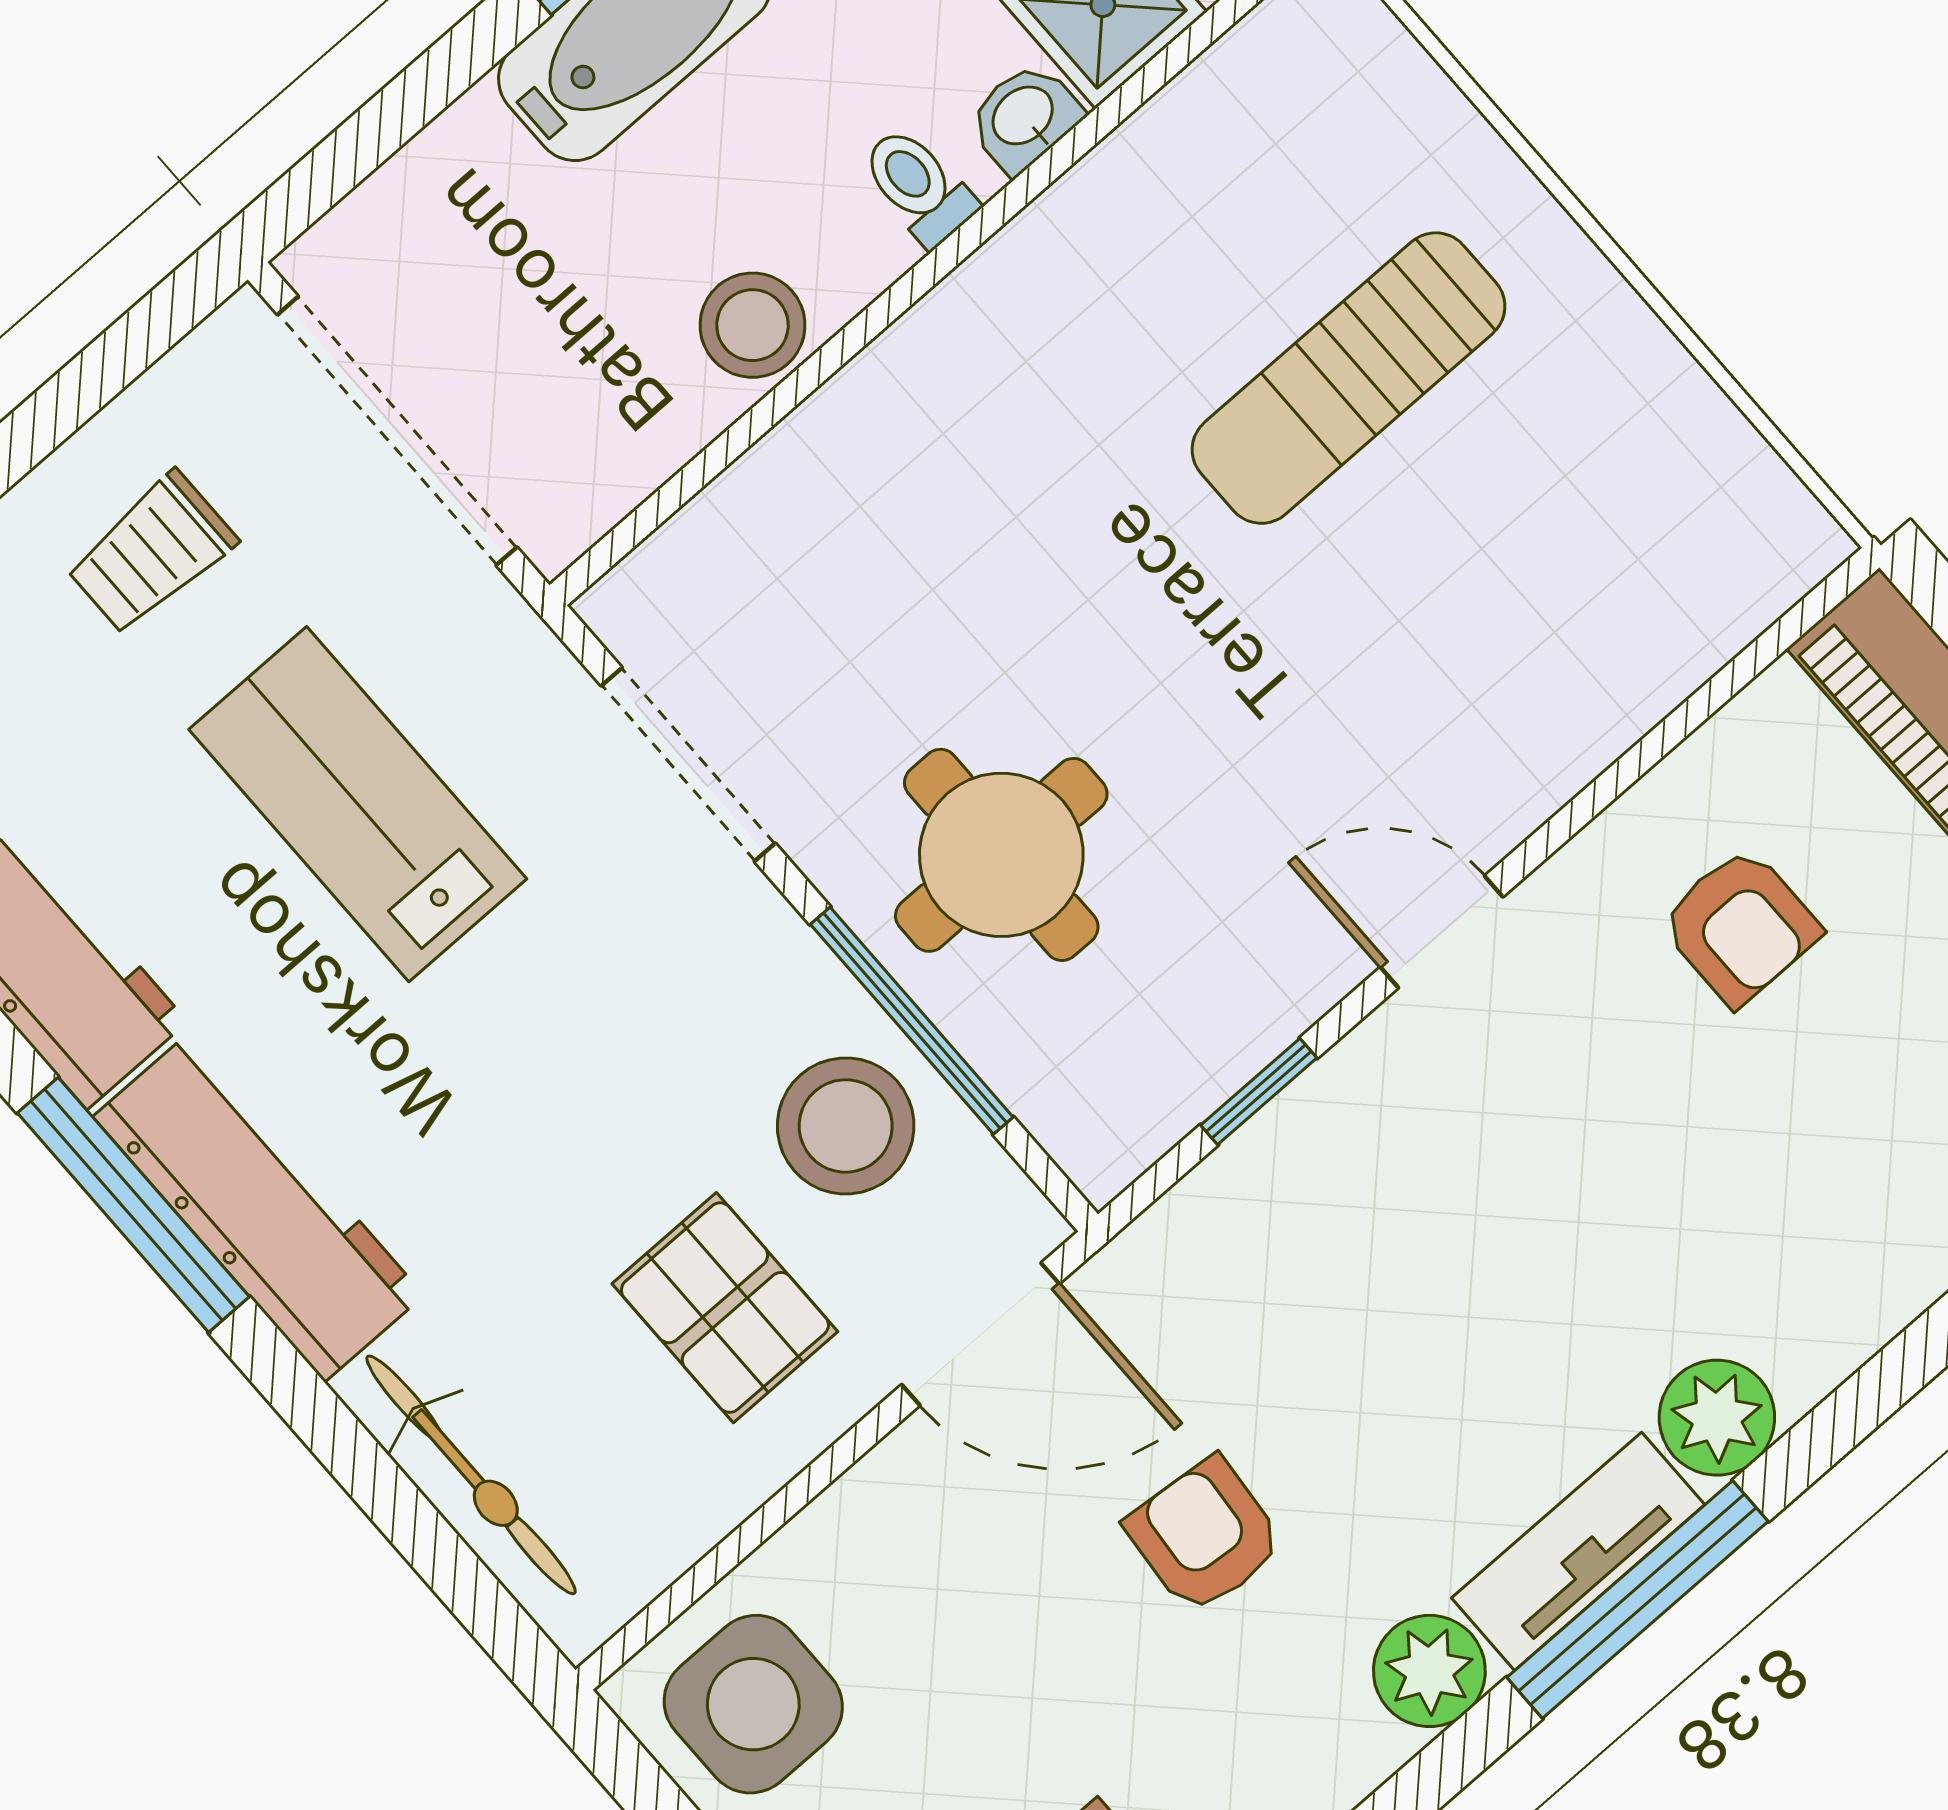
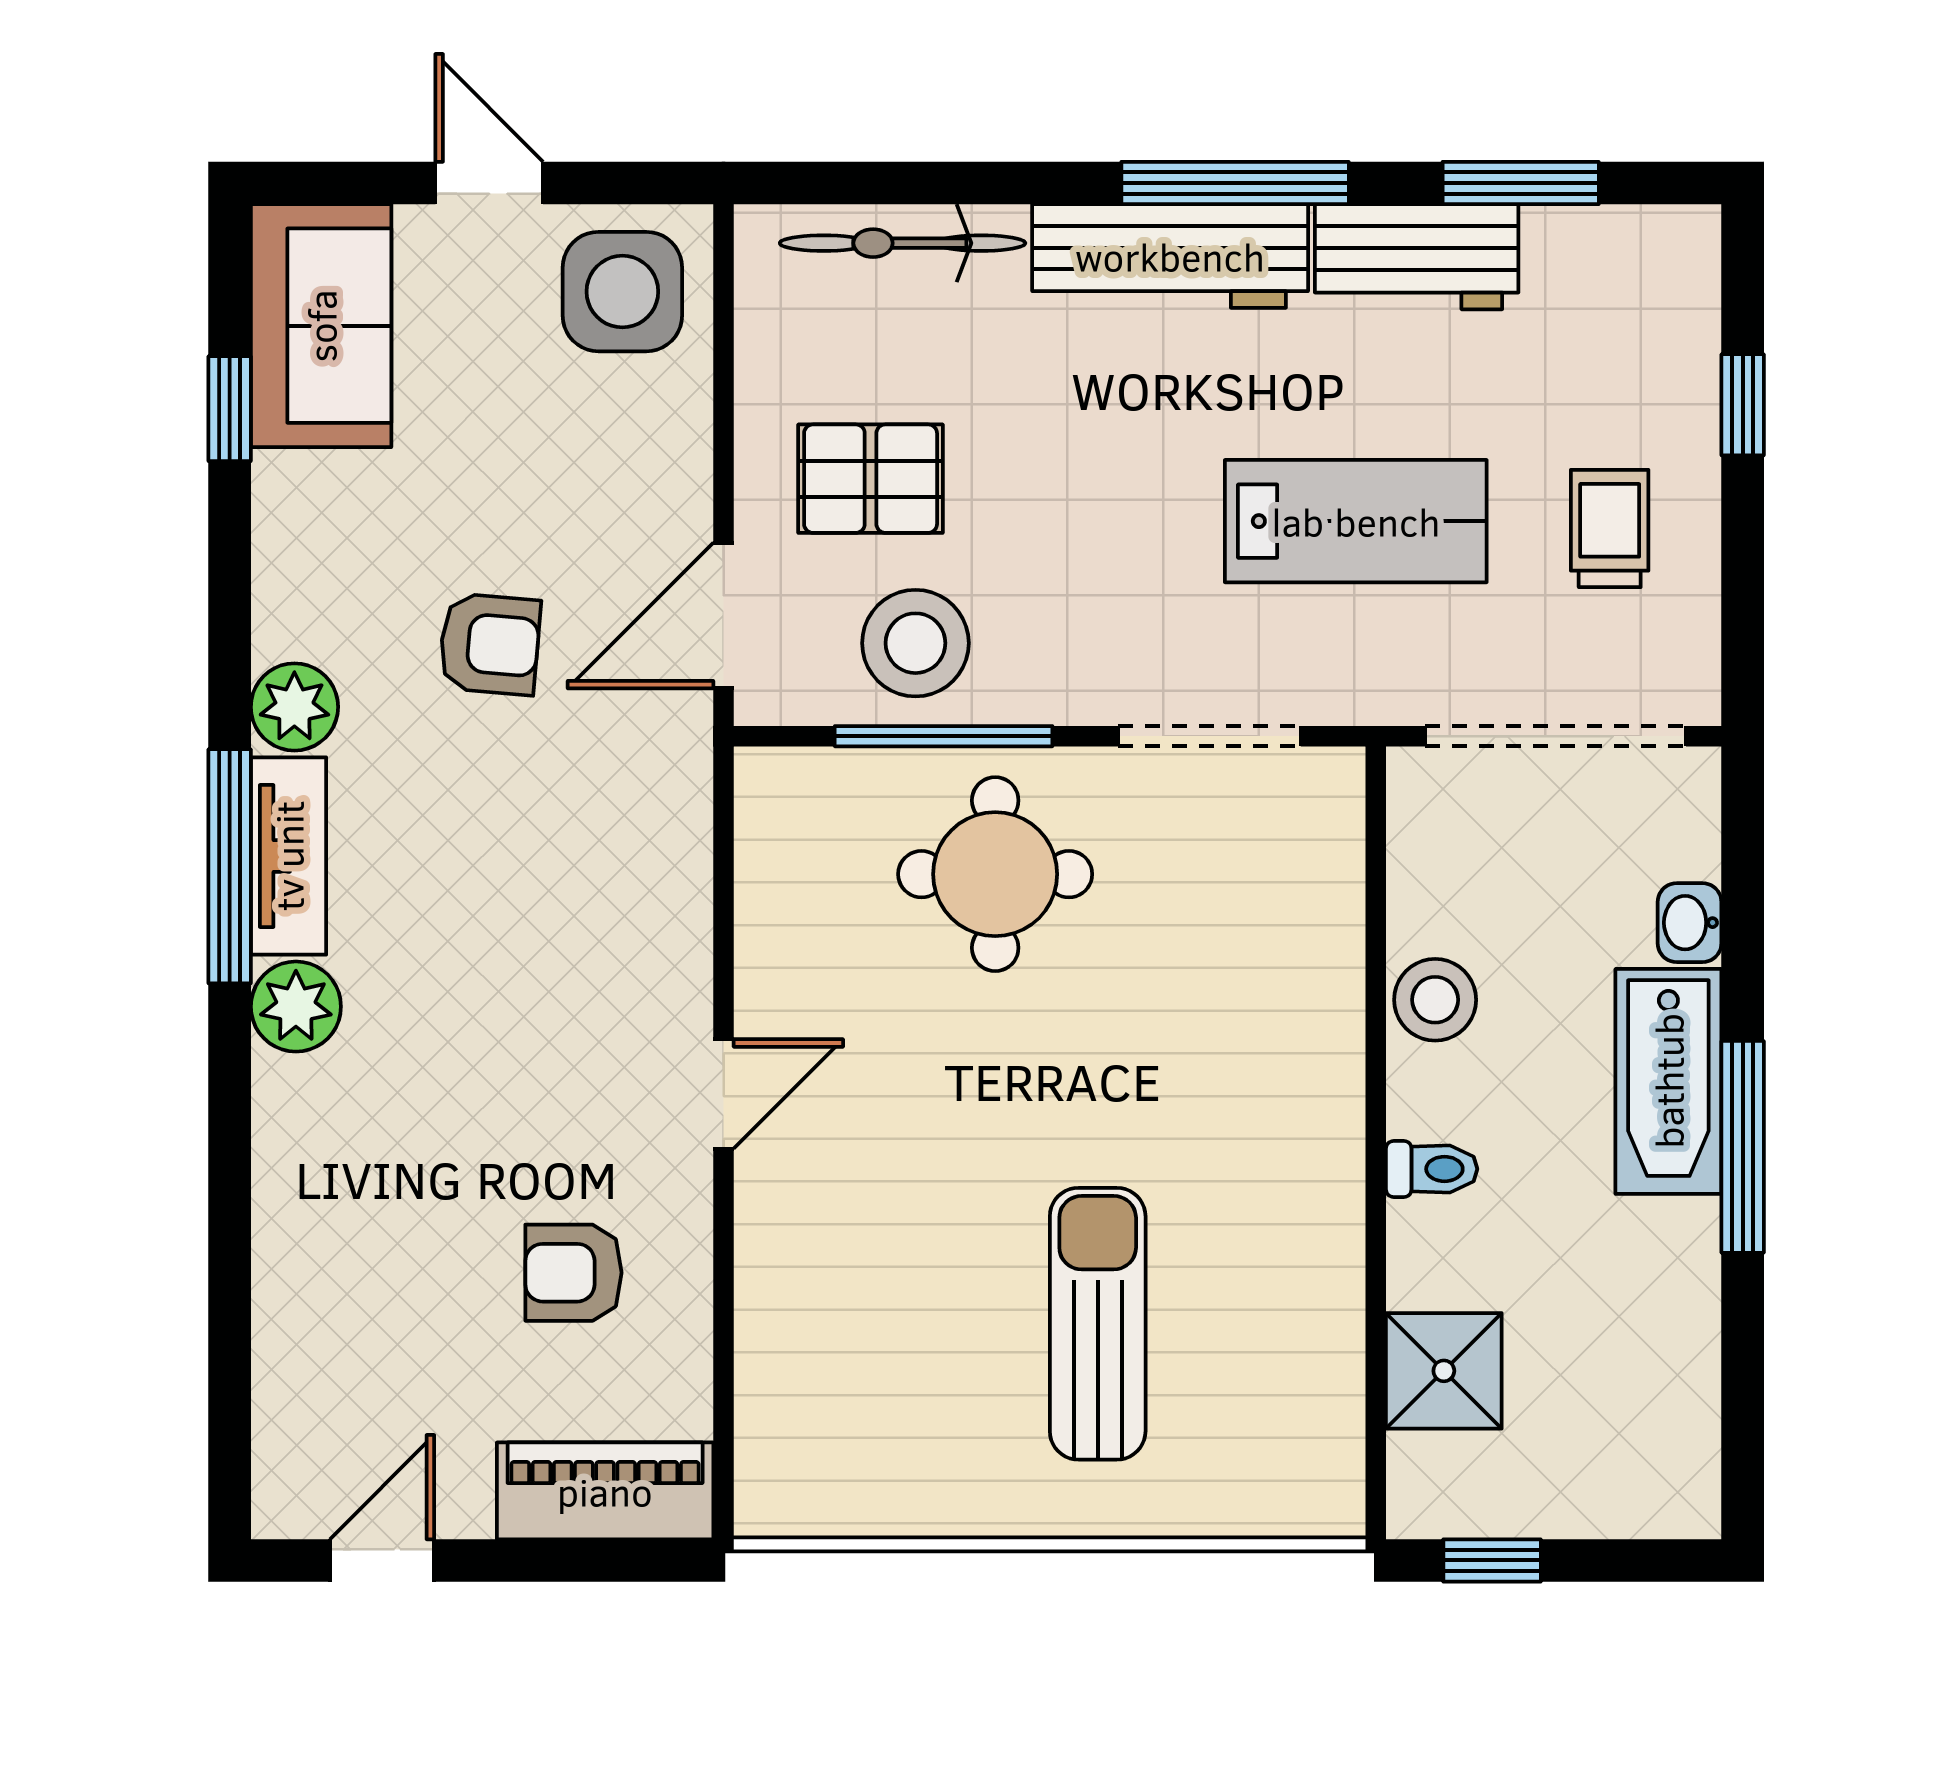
washbasin: (1024, 117) -> (1690, 923), moved, turned 180
window: (1259, 1091) -> (724, 904), removed

